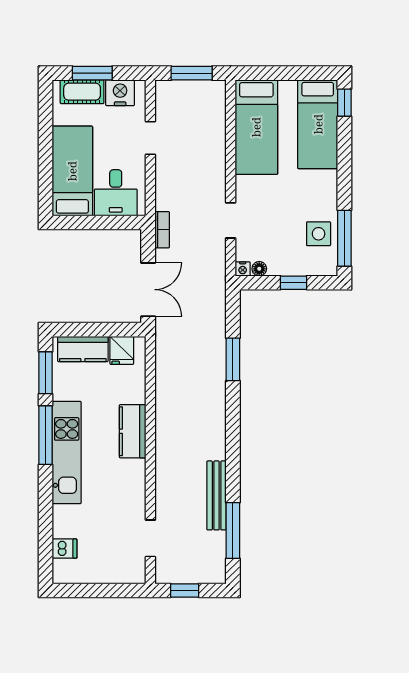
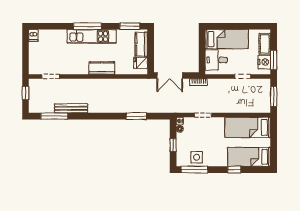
window: (92, 73) -> (274, 60), moved
window: (344, 103) -> (234, 170), moved
window: (46, 435) -> (87, 26), moved
dishwasher: (65, 549) -> (33, 35), moved

